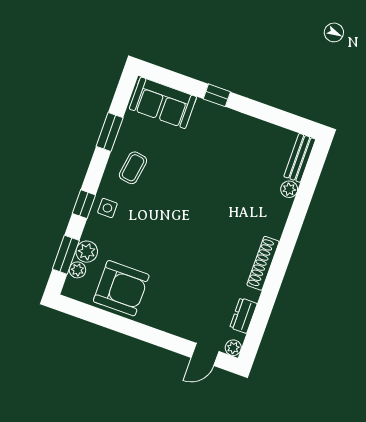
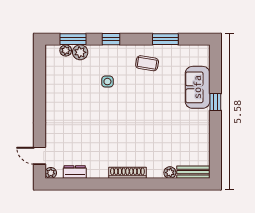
sofa: (163, 103) -> (198, 87), moved
side table: (107, 208) -> (107, 82), moved
shoe rack: (263, 263) -> (127, 173), moved
armchair: (121, 288) -> (64, 84), removed

